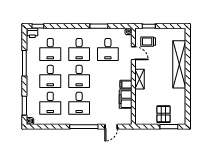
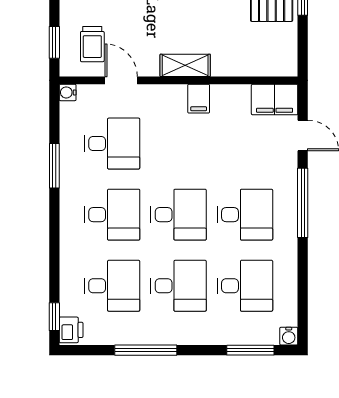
door: (133, 53) -> (121, 80), hinge flipped
filing cabinet: (126, 99) -> (275, 100), moved

